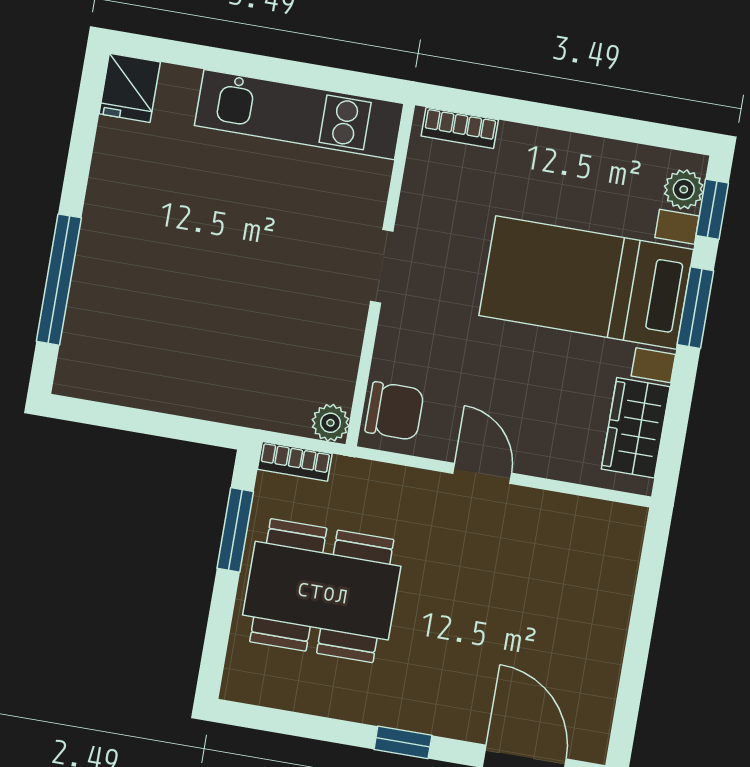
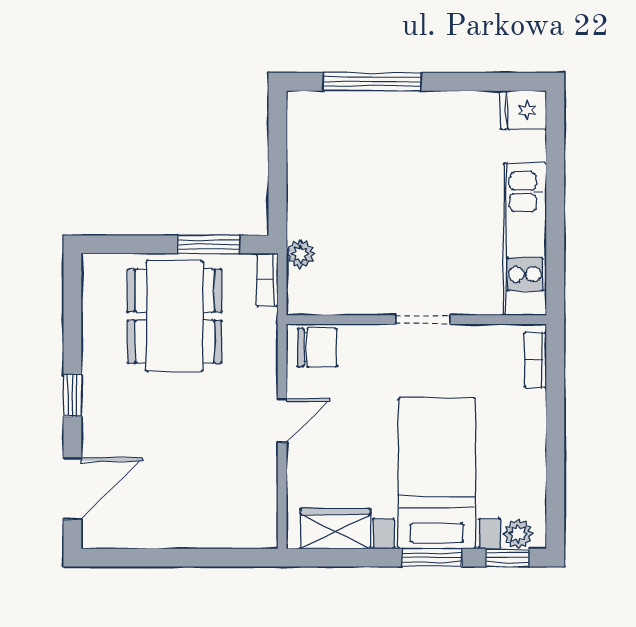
chair: (395, 411) -> (317, 347), turned -90
plant: (330, 423) -> (300, 254), moved

